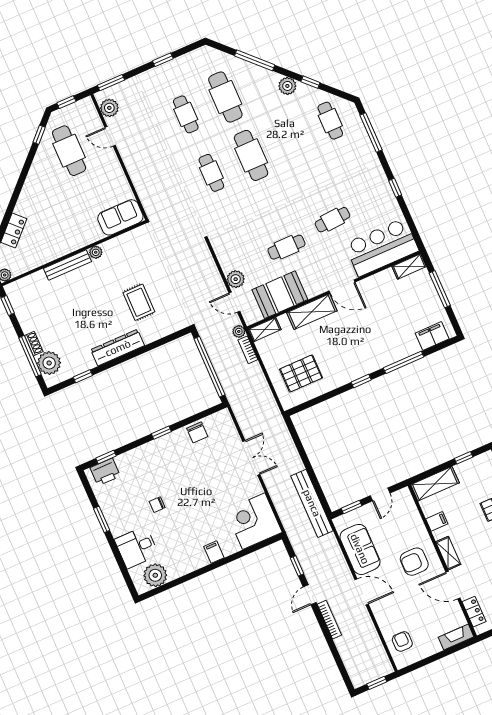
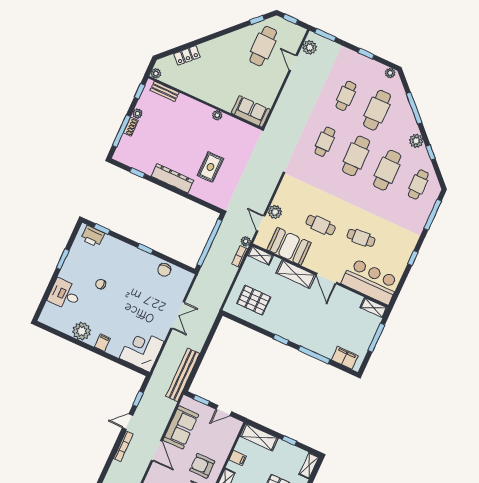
plant: (201, 53) -> (390, 73), added
cafe table: (291, 138) -> (387, 170), added
bench: (67, 265) -> (165, 91), moved, width x0.73
plant: (49, 363) -> (137, 114), moved, width x0.53, depth x0.53
plant: (155, 575) -> (82, 331), moved

